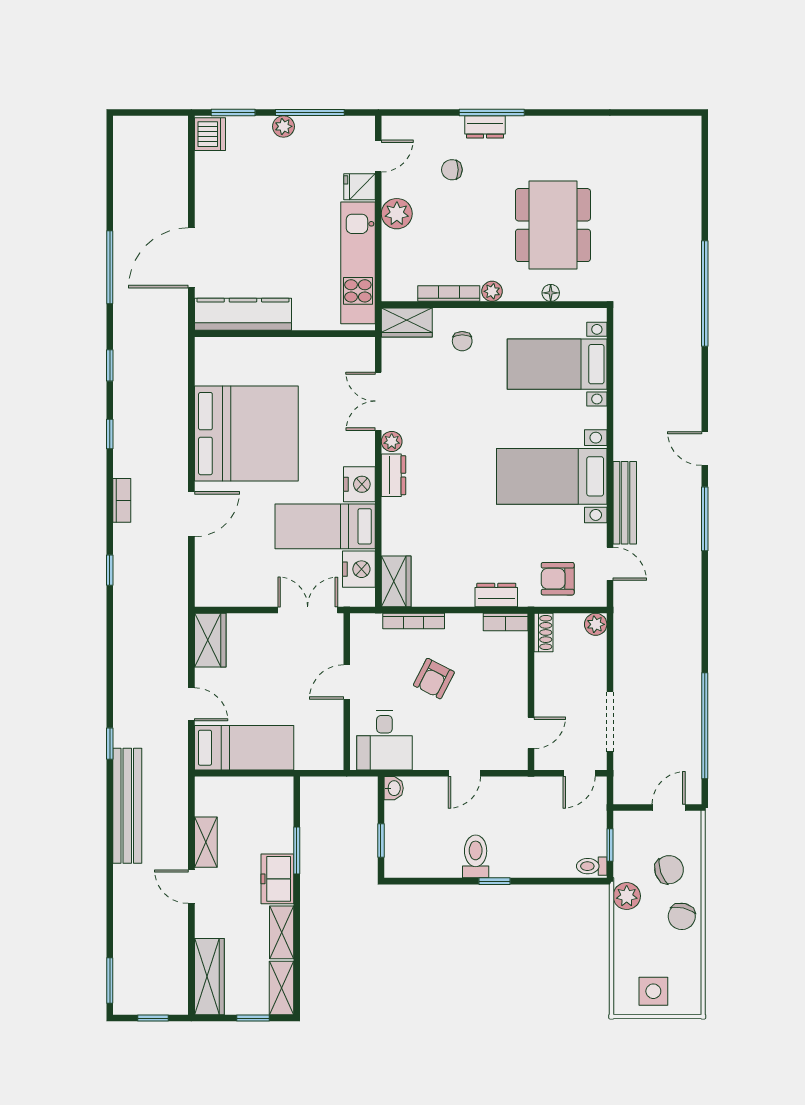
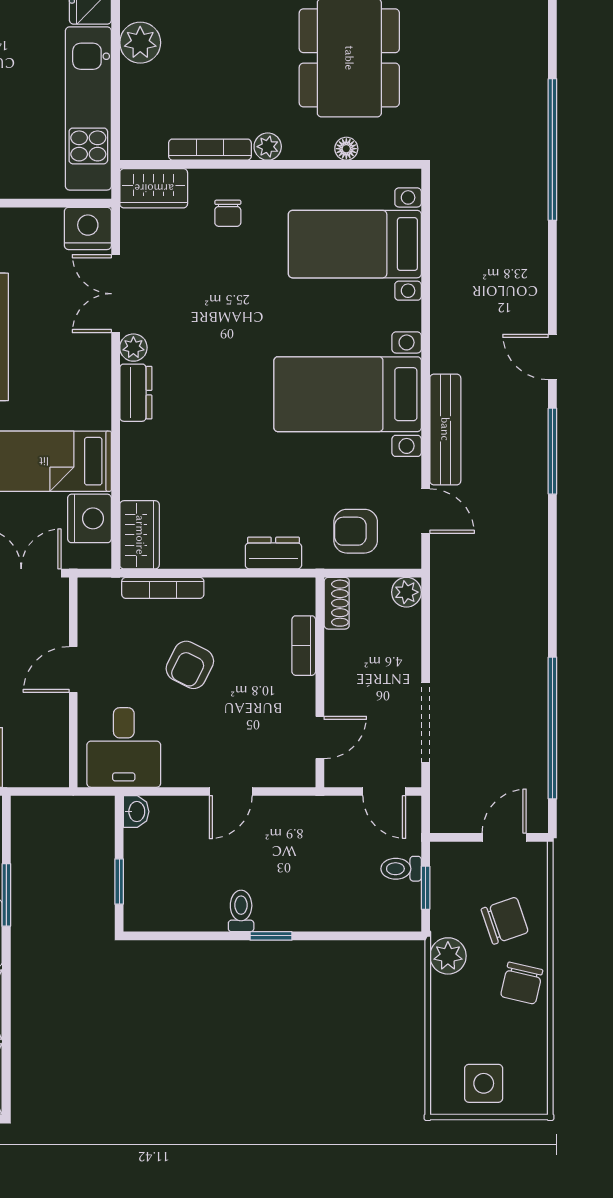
nightstand: (359, 484) -> (88, 228), moved, turned -90
bookcase: (506, 622) -> (304, 646), moved, turned 90
door: (579, 773) -> (384, 792), hinge flipped
toilet: (476, 856) -> (241, 911), width x0.73, depth x0.72
toilet: (592, 866) -> (401, 869), moved

